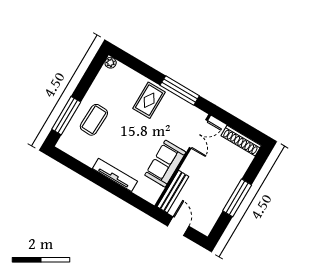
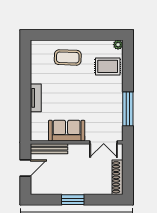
rug: (149, 100) -> (108, 66), moved
window: (66, 116) -> (59, 35), removed
tv unit: (115, 175) -> (36, 98), width x0.71
window: (237, 198) -> (73, 200), width x0.69

